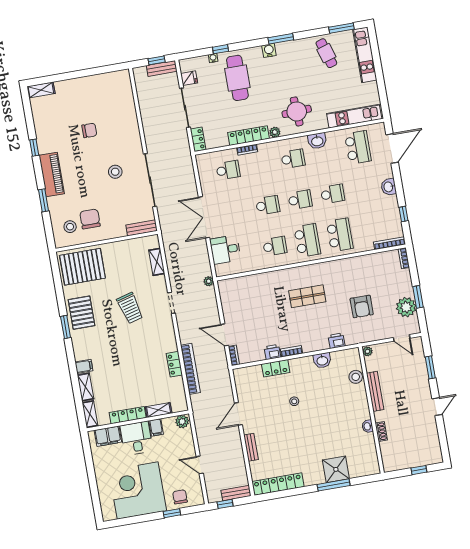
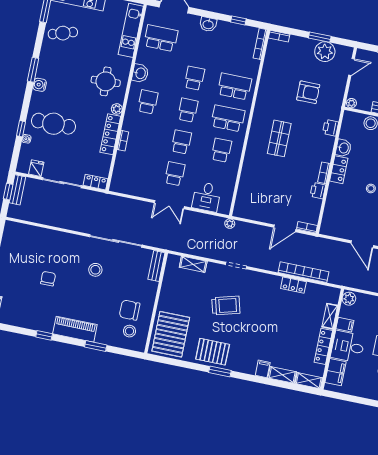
school desk: (228, 170) -> (175, 174), moved
double door: (204, 217) -> (169, 205), width x0.73
locker: (276, 368) -> (339, 170), moved

